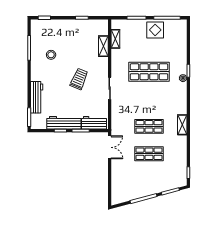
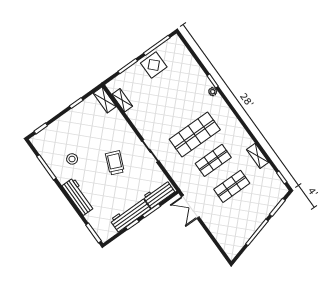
shelving: (103, 46) -> (105, 100), moved
shop shelf: (149, 72) -> (195, 135), moved
workbench: (37, 97) -> (78, 197), moved
shelving: (182, 125) -> (258, 156), moved
double door: (110, 147) -> (190, 207), swing flipped

